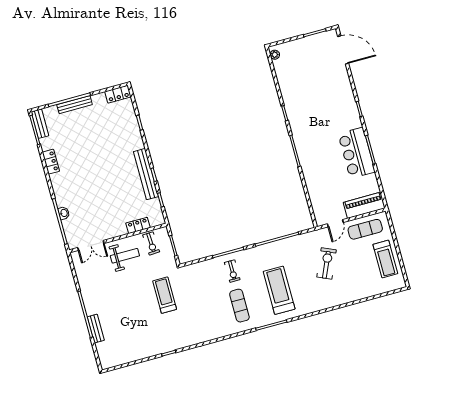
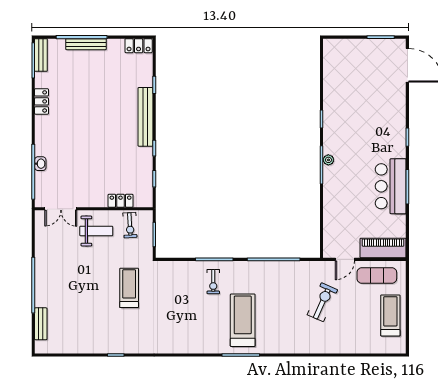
plant: (275, 55) -> (328, 160), moved
bench: (146, 174) -> (145, 117), moved
treadmill: (385, 259) -> (390, 315), turned 180
treadmill: (279, 290) -> (243, 320), moved
exercise mat: (239, 306) -> (211, 323), removed
bench: (96, 329) -> (41, 324), moved

